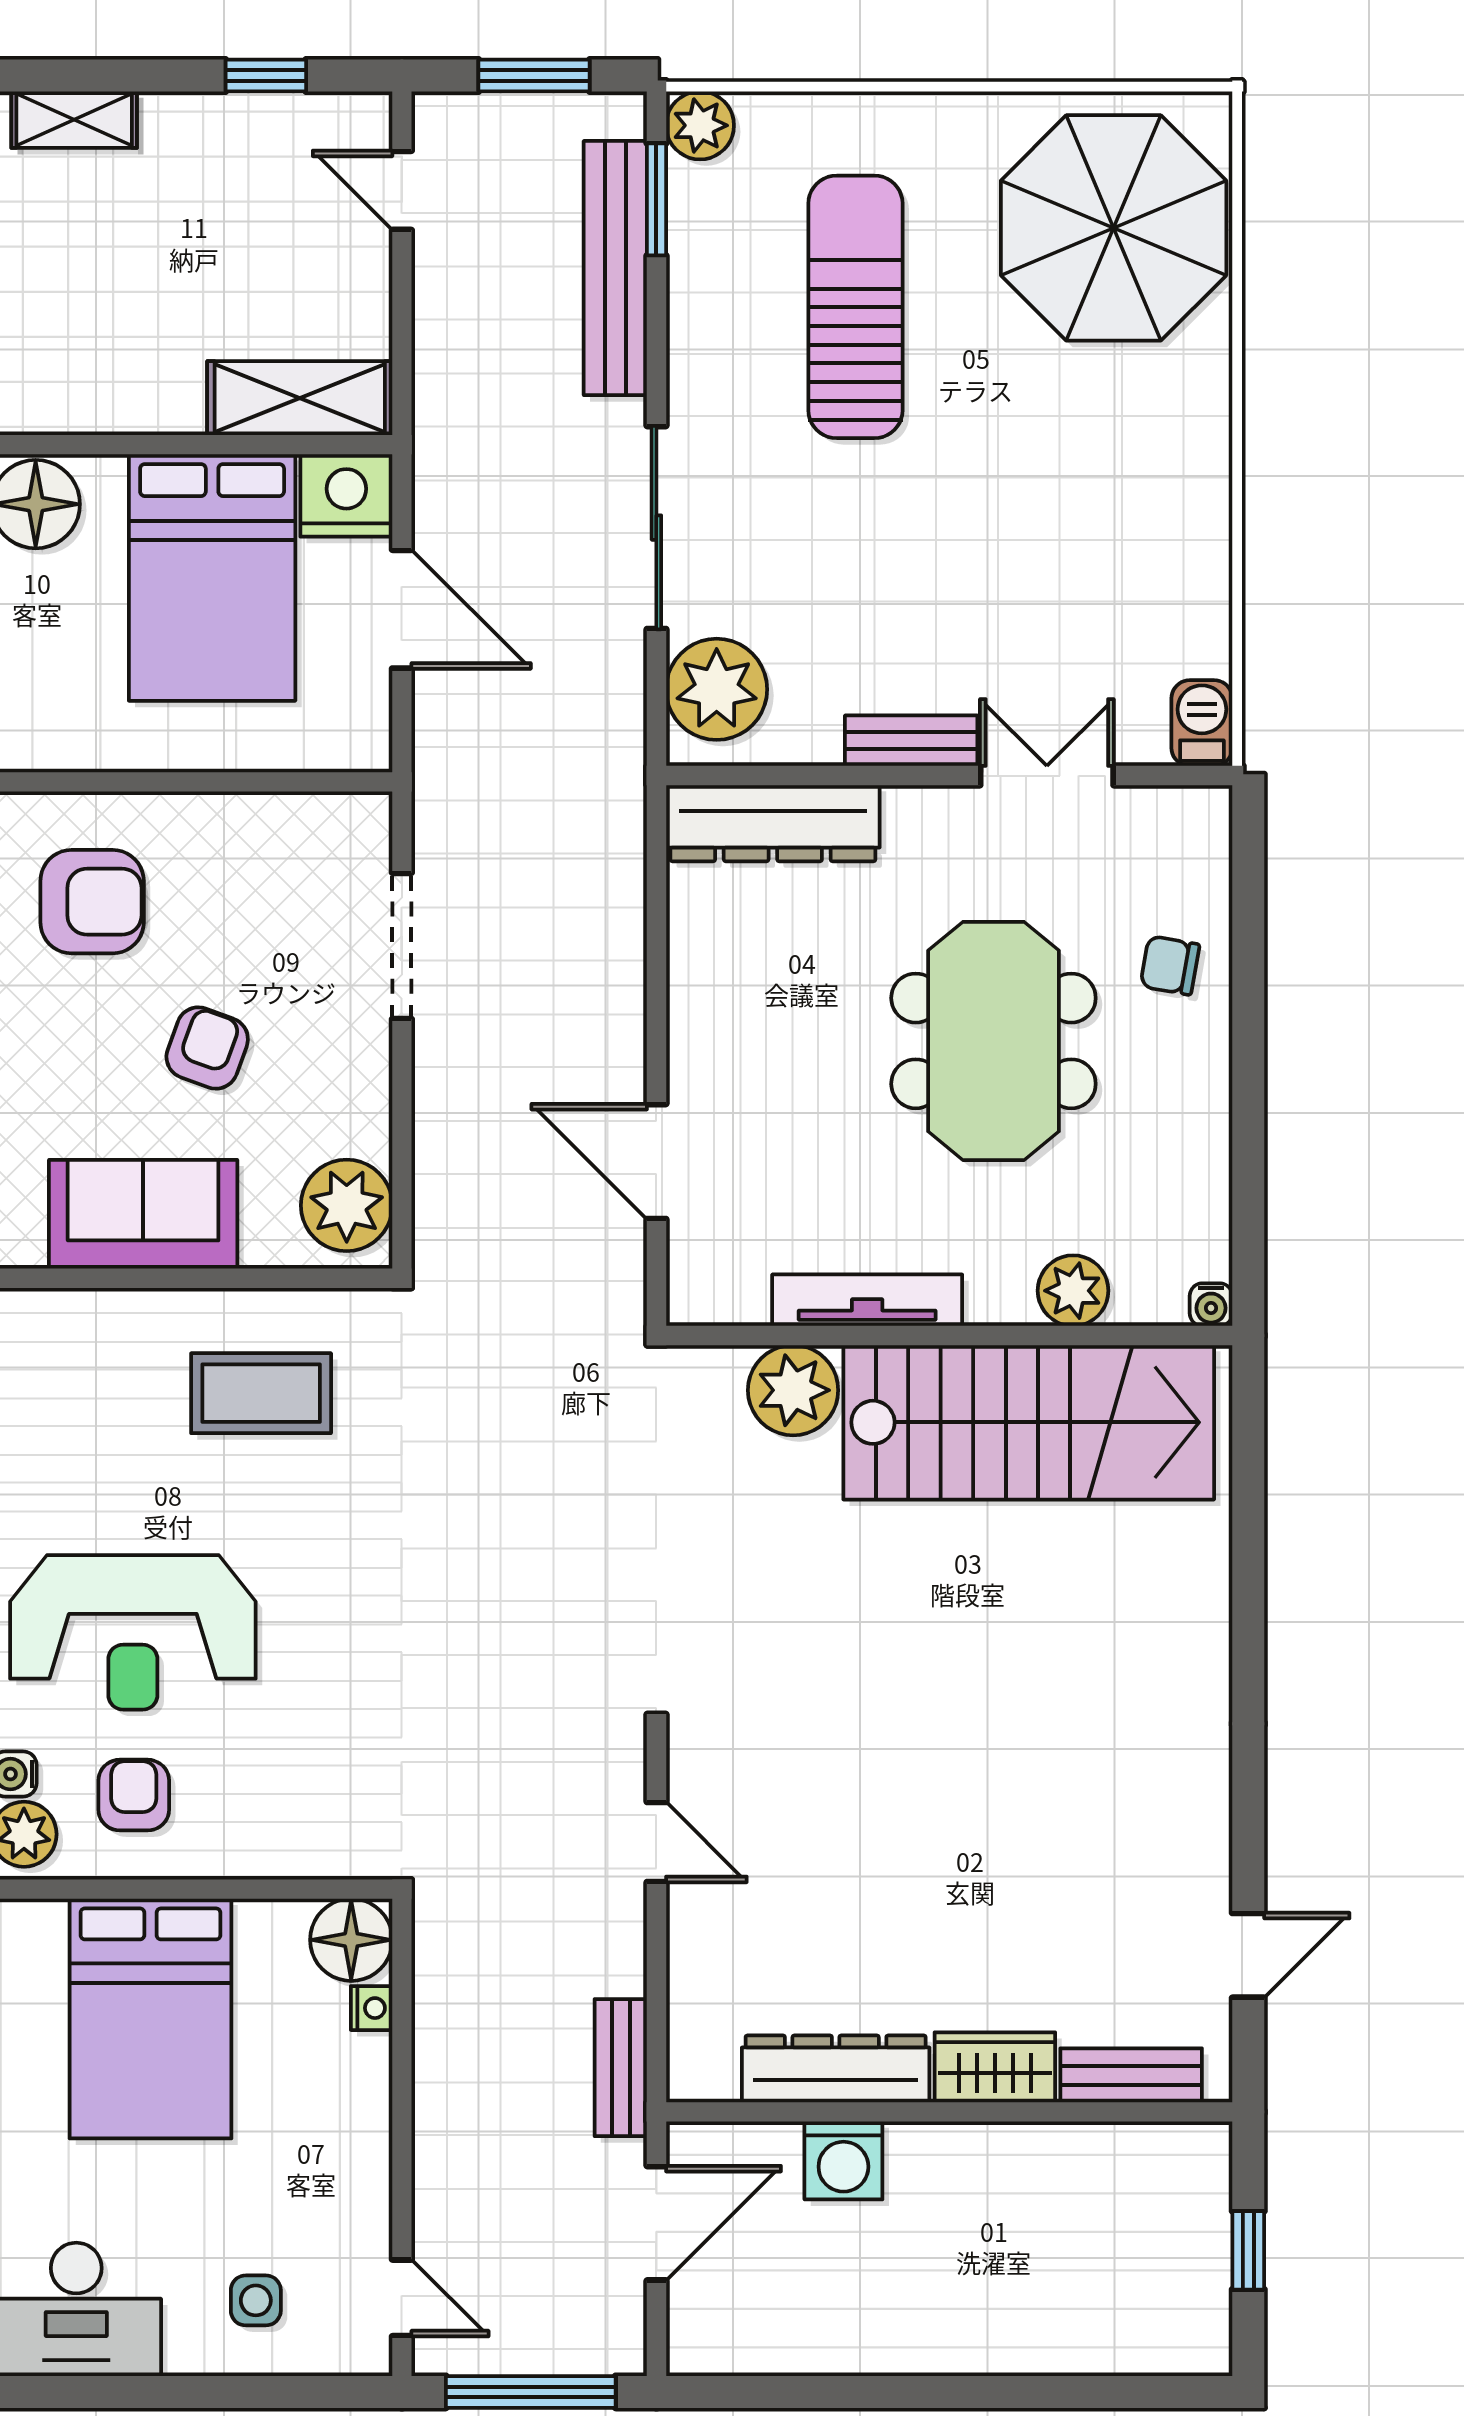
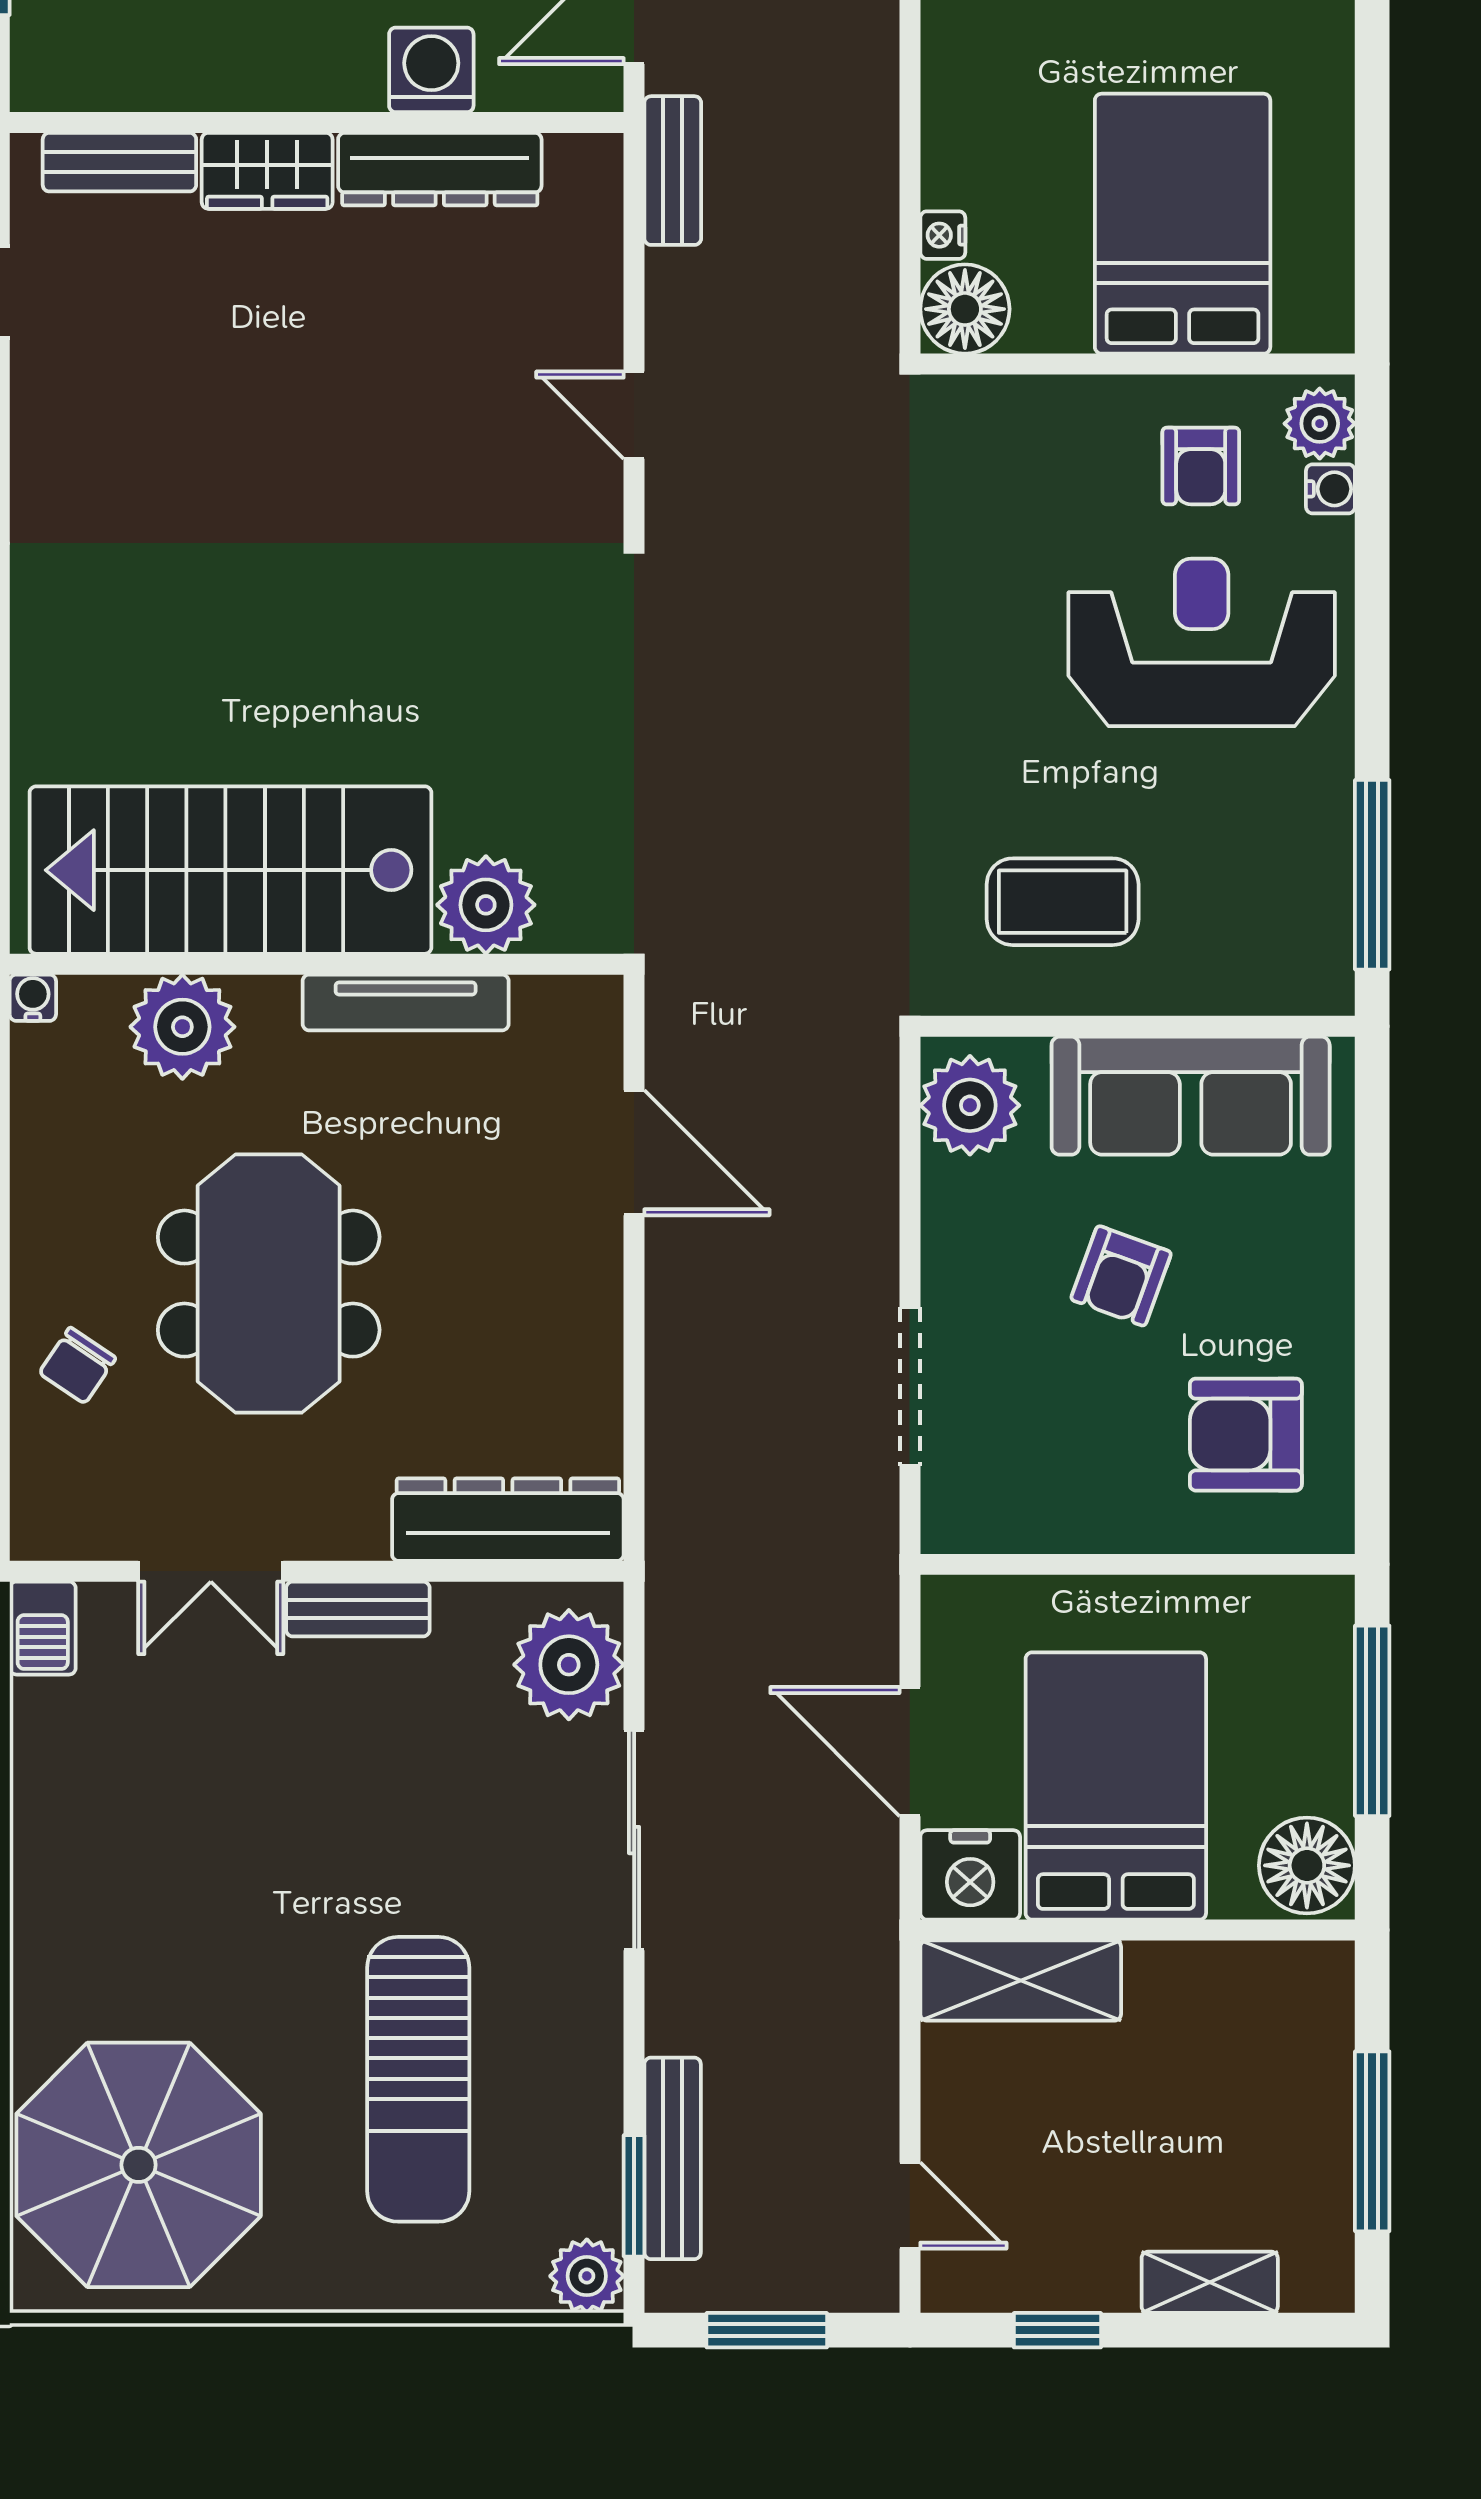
shelving: (74, 120) -> (1210, 2282), moved
bench: (615, 268) -> (673, 2158), width x0.73, depth x0.82
chair: (1170, 965) -> (77, 1365), turned 114
sofa: (143, 1214) -> (1191, 1096), width x1.36
plant: (1073, 1291) -> (182, 1027), width x1.36, depth x1.36

